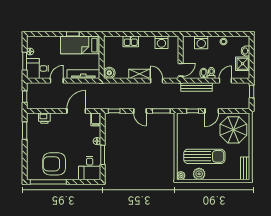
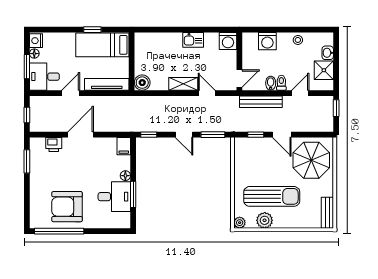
kitchen sink: (131, 41) -> (193, 40), moved
nightstand: (31, 42) -> (36, 41), added
washing machine: (161, 42) -> (228, 41), moved
door: (76, 111) -> (81, 135), moved
door: (212, 111) -> (282, 135), hinge flipped
desk: (90, 168) -> (114, 197), moved, turned -90

